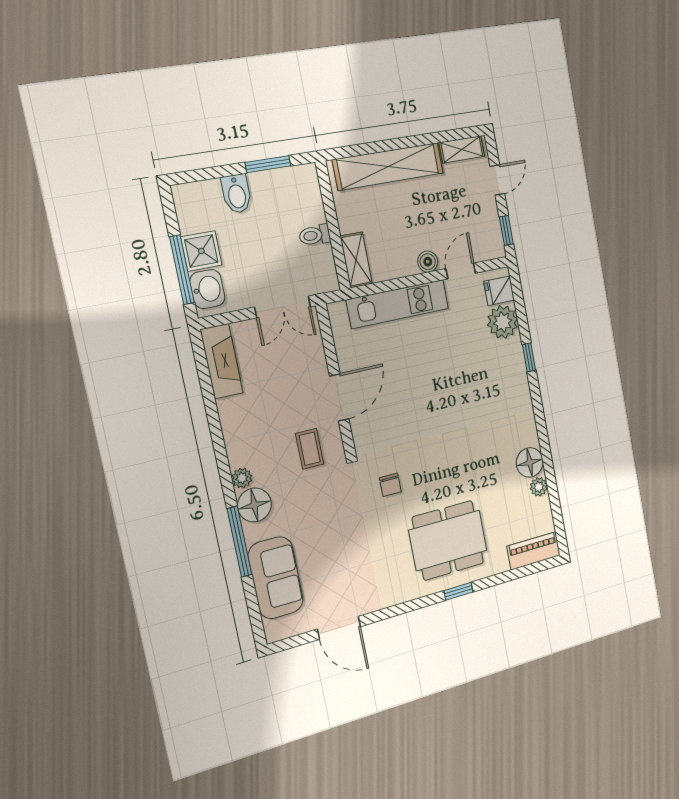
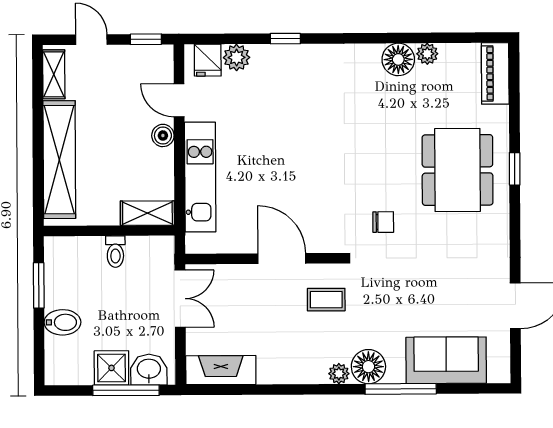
plant: (503, 322) -> (237, 57), width x0.73, depth x0.73

